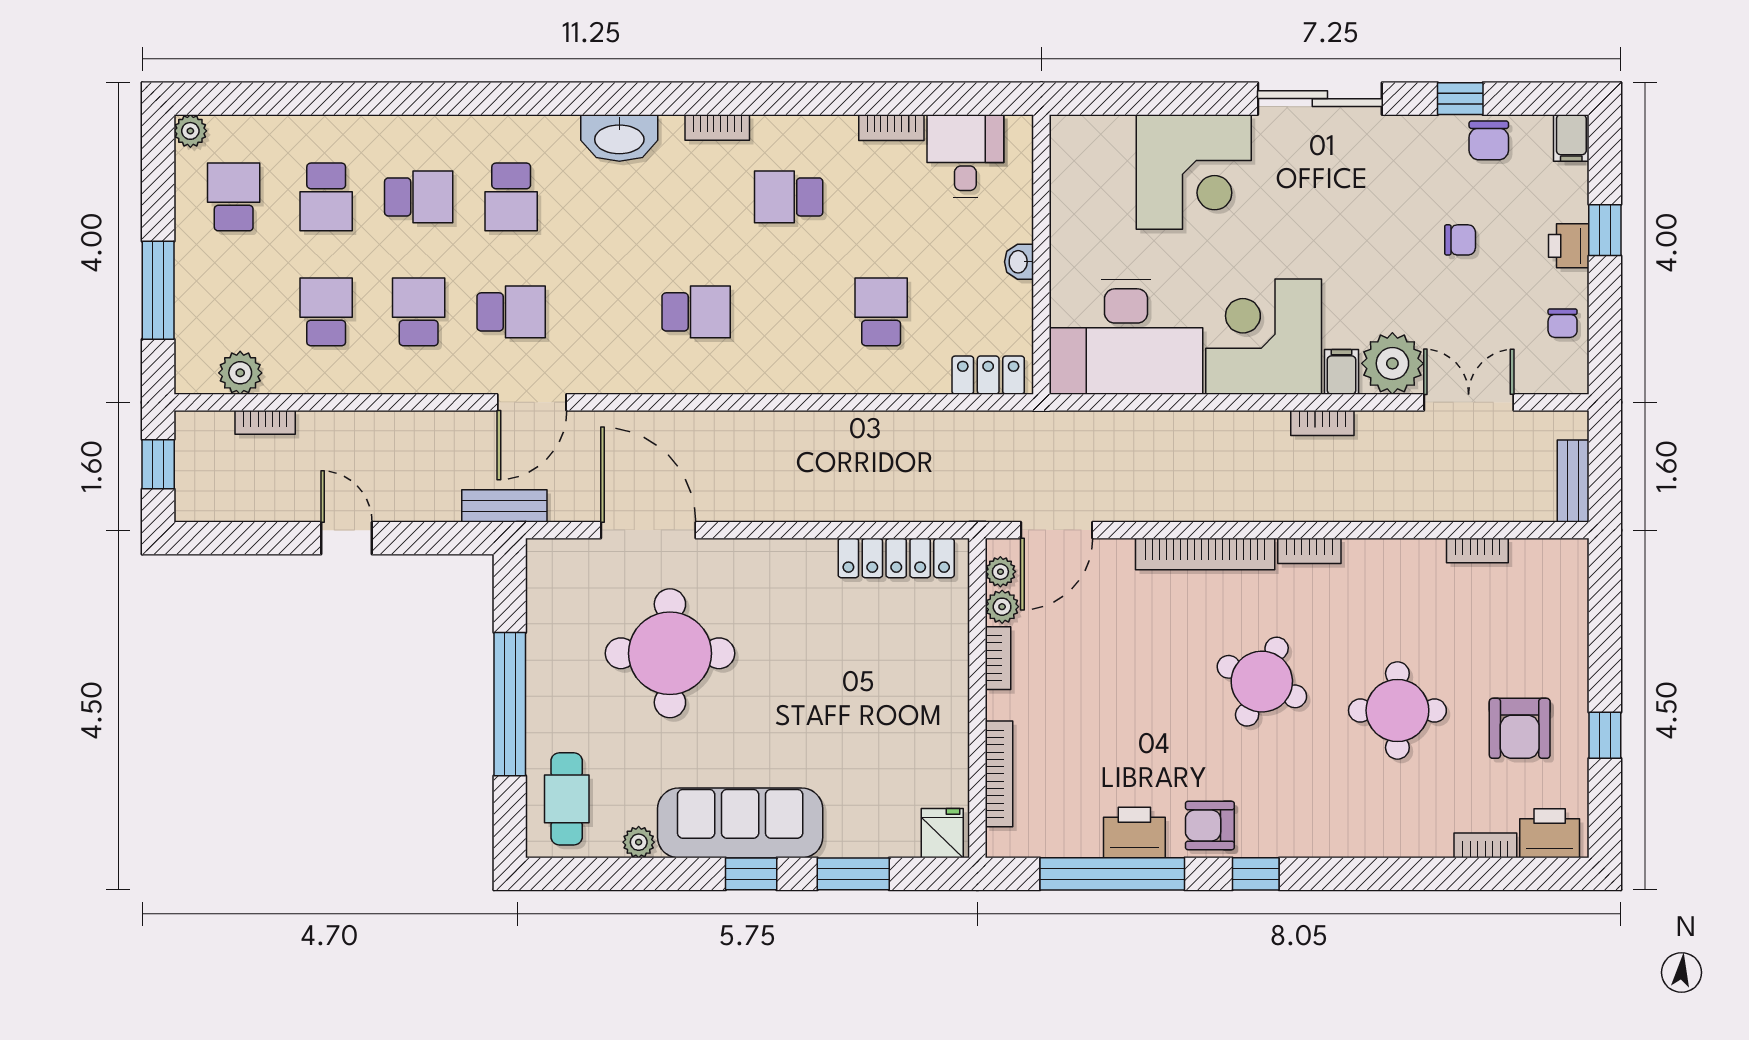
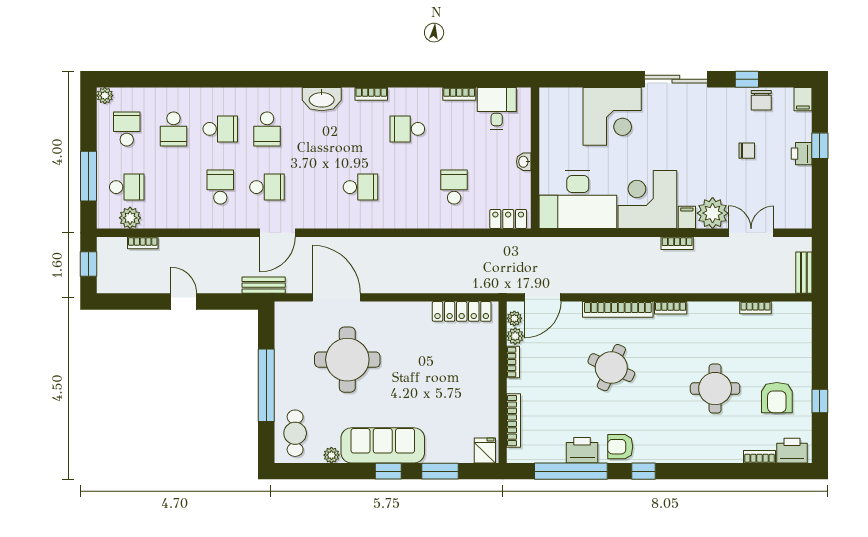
school desk: (326, 312) -> (127, 187), moved, turned 90
chair: (1563, 323) -> (799, 193), removed
round table: (1262, 682) -> (611, 368), moved

